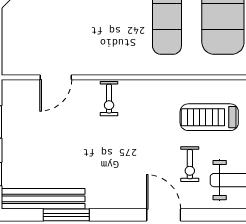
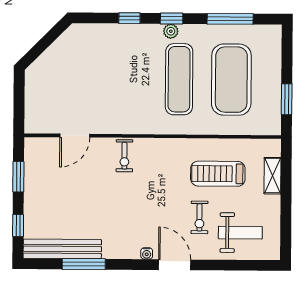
water cooler: (134, 203) -> (147, 253), added

